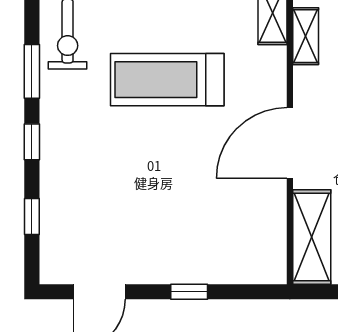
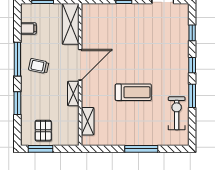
shelving: (306, 36) -> (73, 94), moved
treadmill: (167, 80) -> (133, 92), width x0.73, depth x0.73

